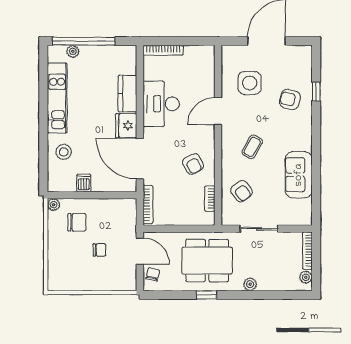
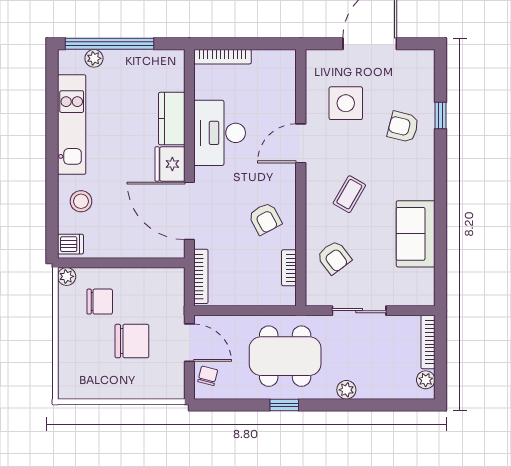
dishwasher: (84, 183) -> (70, 244), moved, turned 90
chair: (99, 250) -> (132, 341), width x1.87, depth x1.87

